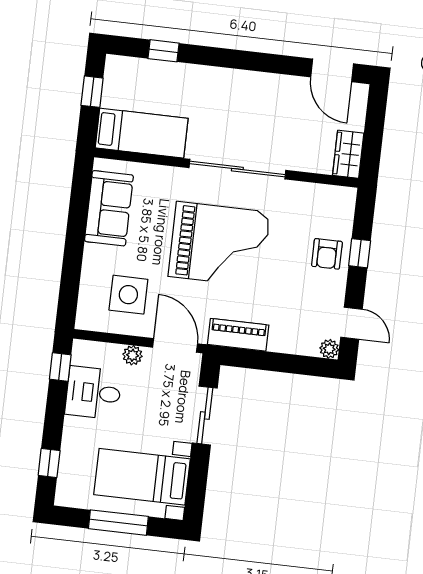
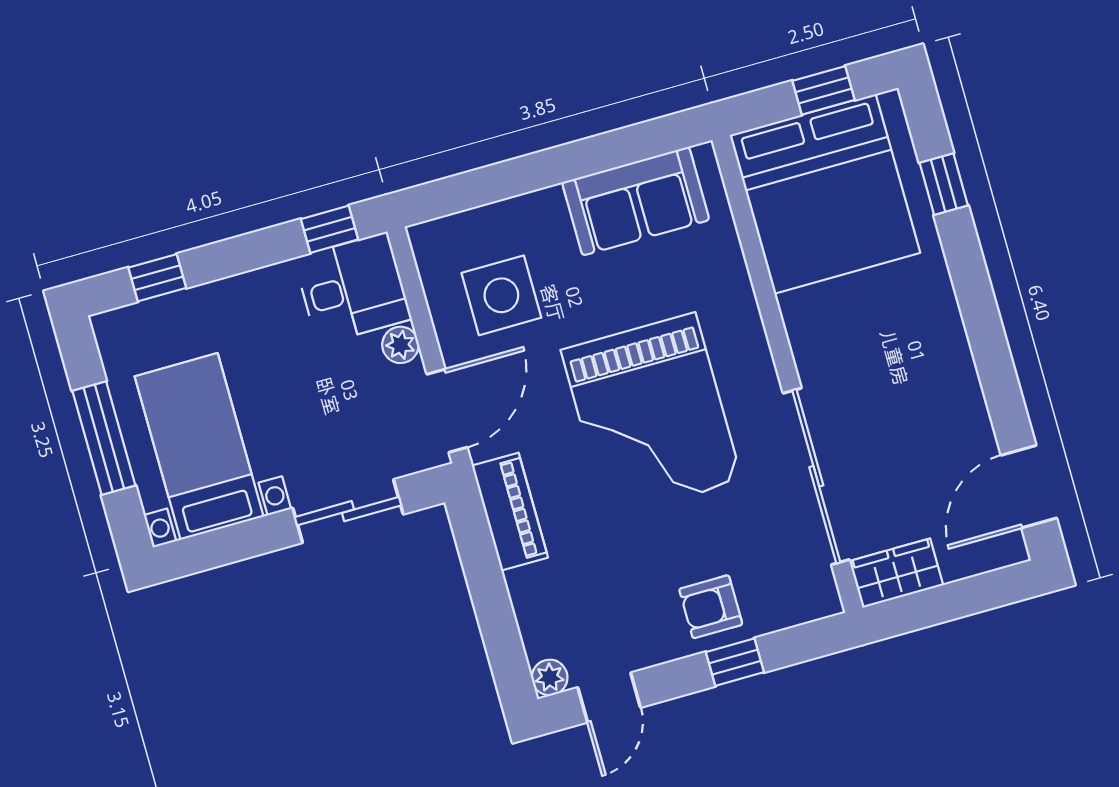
bed: (142, 133) -> (825, 194), width x2.04
sliding door: (237, 169) -> (816, 476), moved
desk: (93, 393) -> (353, 289), moved, turned 90

